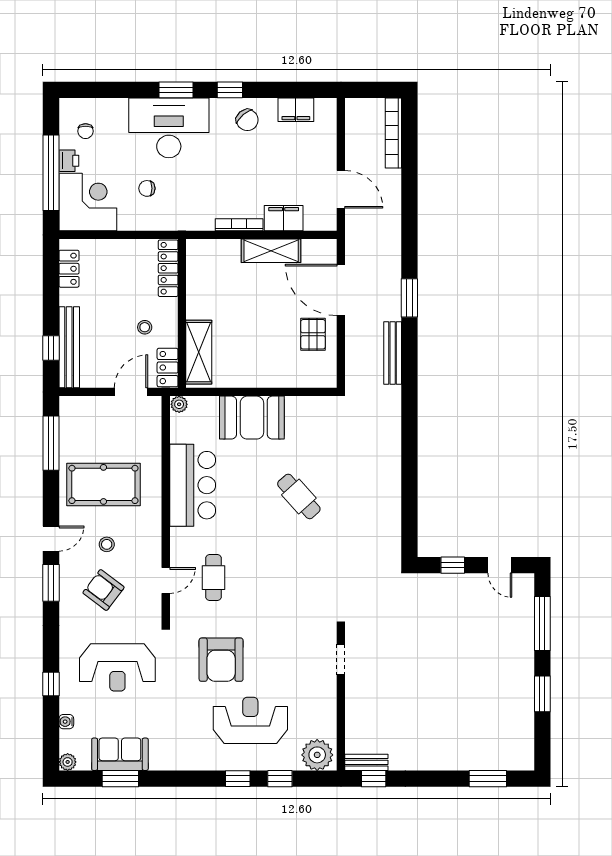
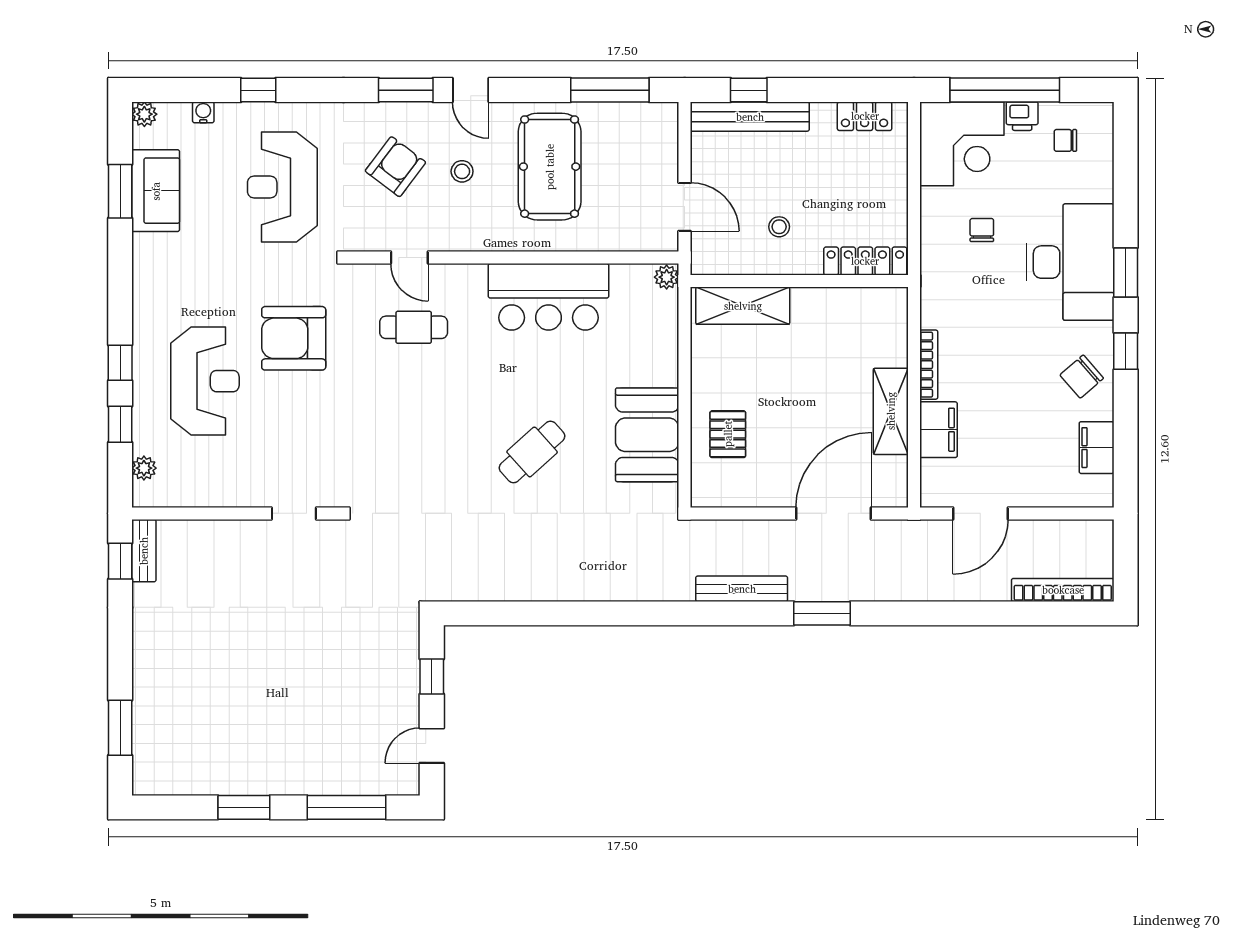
pallet: (313, 334) -> (728, 434), moved, turned 90
locker: (168, 368) -> (720, 260), removed
booth: (252, 418) -> (647, 435), moved
plant: (317, 755) -> (144, 468), width x0.53, depth x0.53

